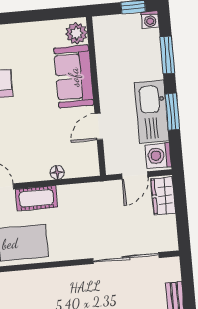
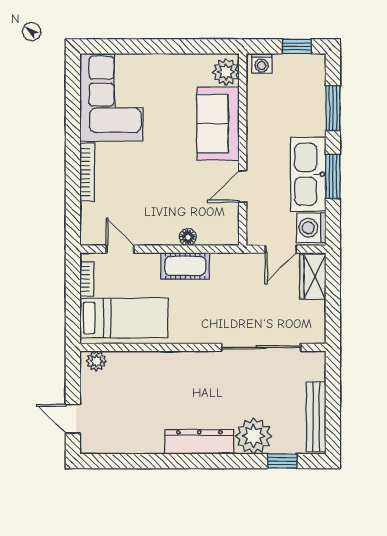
washing machine: (150, 20) -> (262, 63), moved
cot: (36, 198) -> (185, 266), moved

